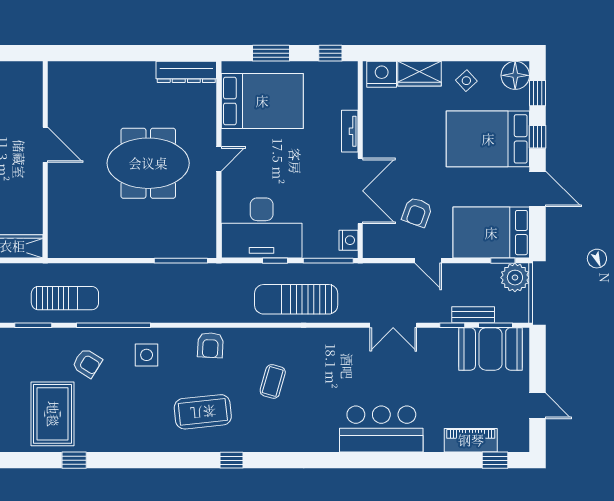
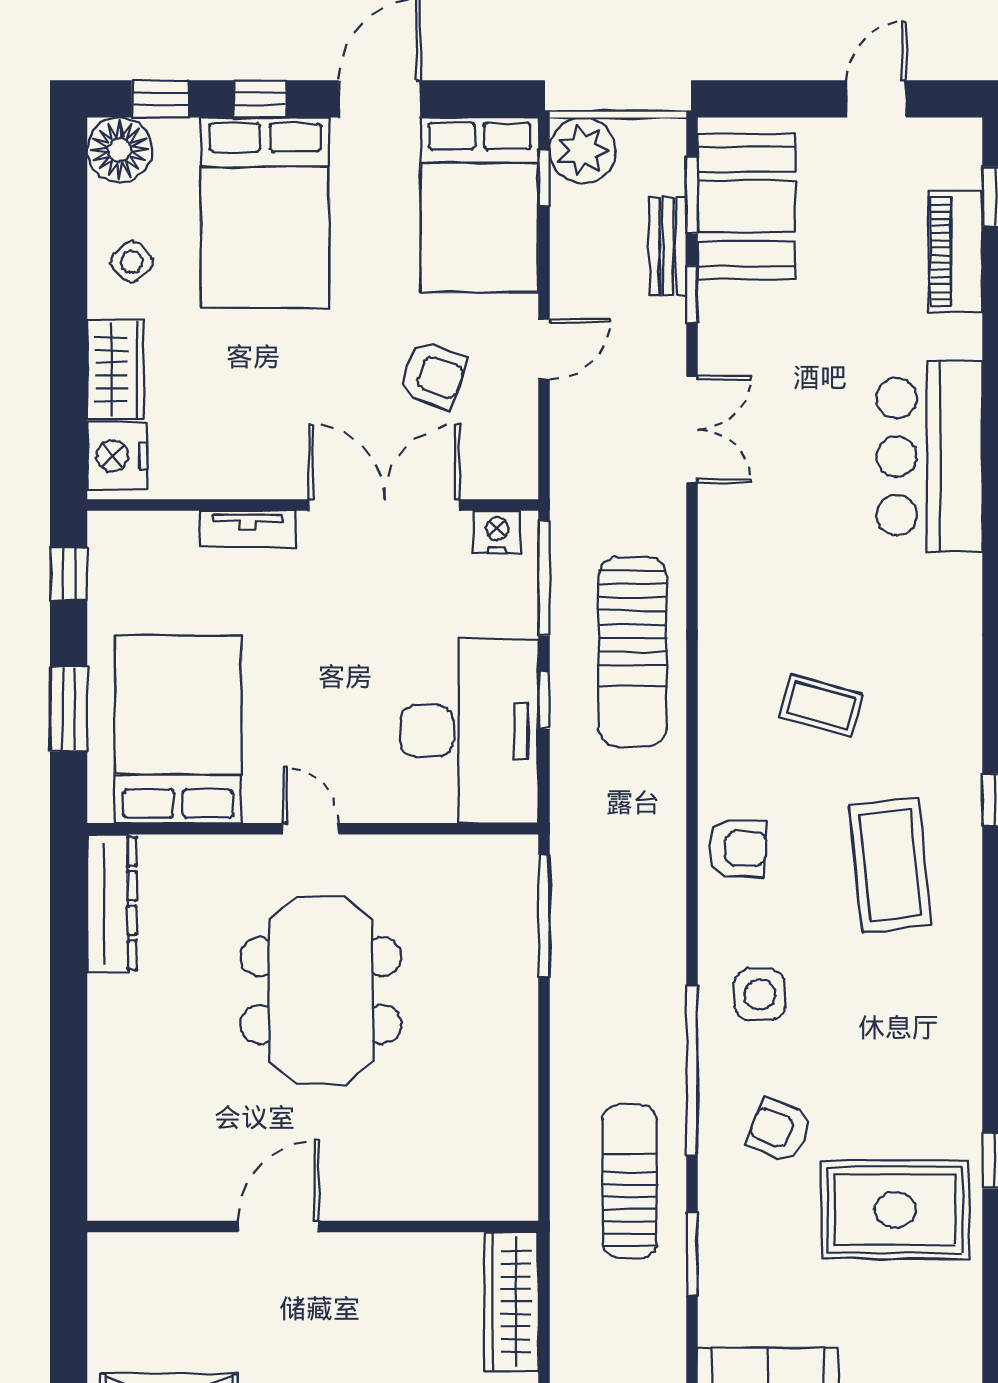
armchair: (87, 363) -> (779, 1131), turned -100

